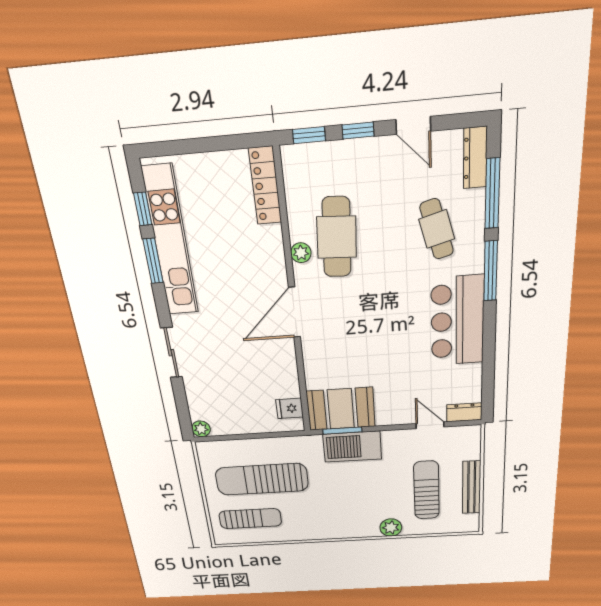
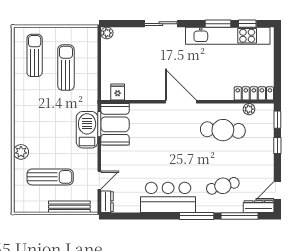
door: (413, 125) -> (277, 191), moved
plant: (301, 253) -> (249, 109), moved
sun lounger: (262, 479) -> (66, 68), width x0.73, depth x0.75
bench: (471, 487) -> (69, 207), moved
sun lounger: (250, 519) -> (35, 55), turned 180

